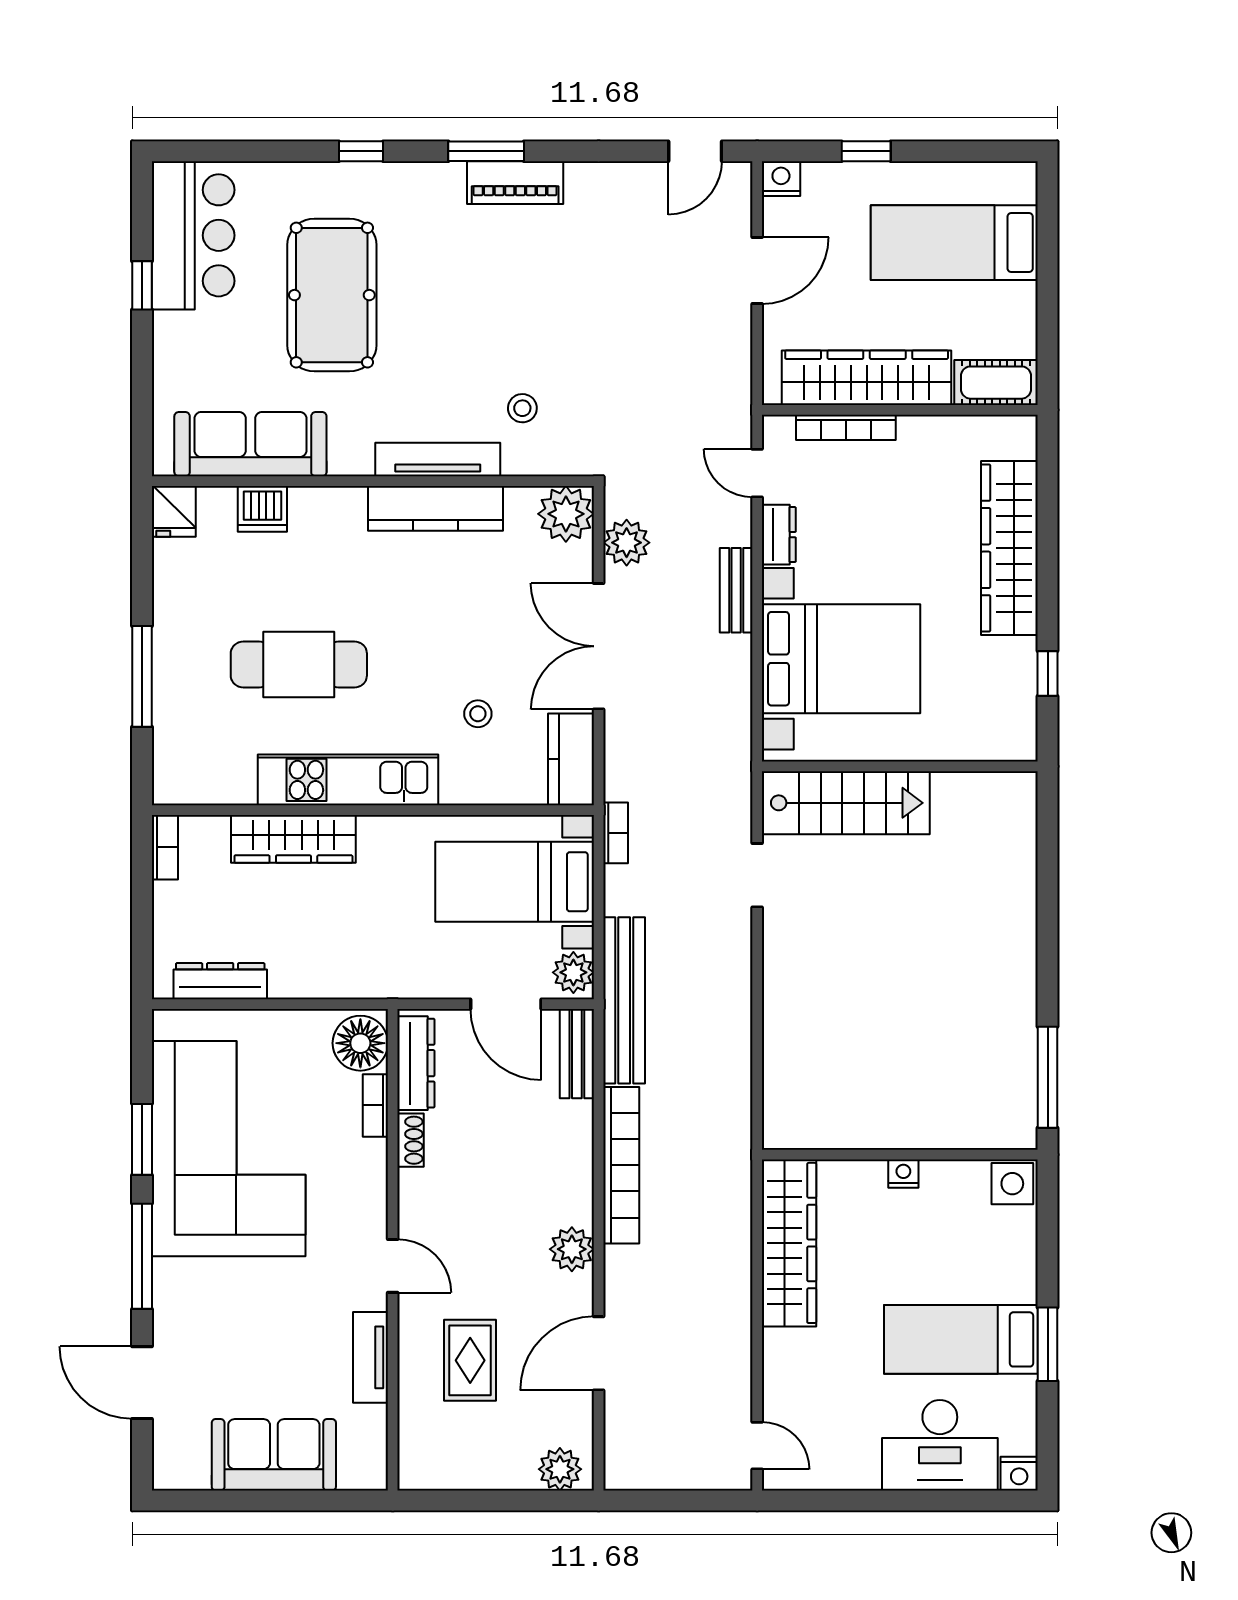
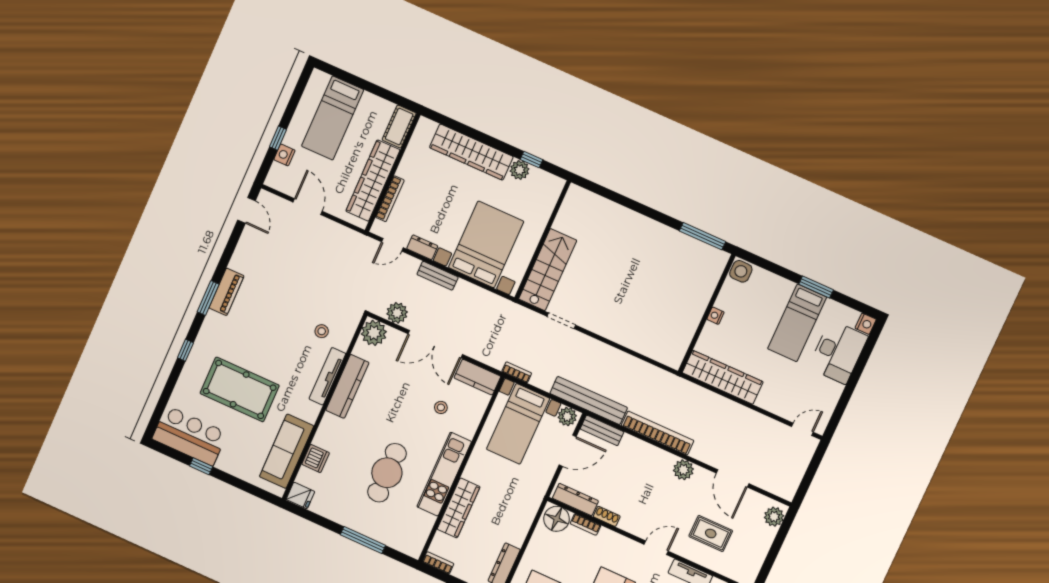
nightstand: (781, 179) -> (284, 155), moved
plant: (1017, 659) -> (520, 170), added

